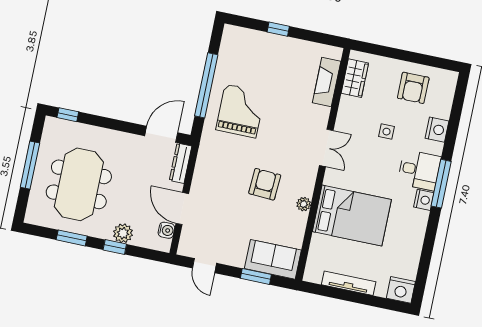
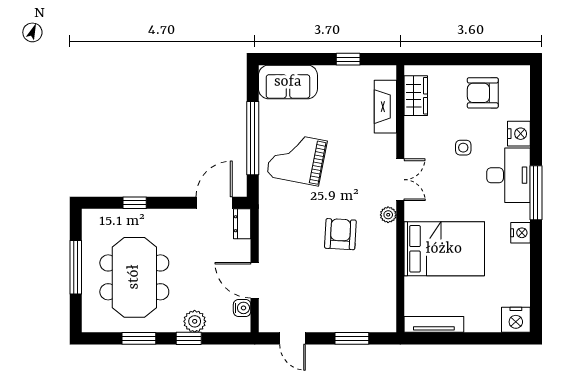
window: (278, 29) -> (348, 59), moved
armchair: (413, 88) -> (483, 93), turned 90
grand piano: (240, 111) -> (297, 159), turned -79
window: (68, 115) -> (135, 203), moved
dresser: (181, 163) -> (242, 224), width x0.70
desk: (419, 170) -> (508, 175), width x1.37
nightstand: (424, 200) -> (520, 233), moved
plant: (304, 204) -> (388, 215), moved
sofa: (273, 259) -> (288, 82), moved, turned 180
tv unit: (349, 283) -> (434, 324), moved

